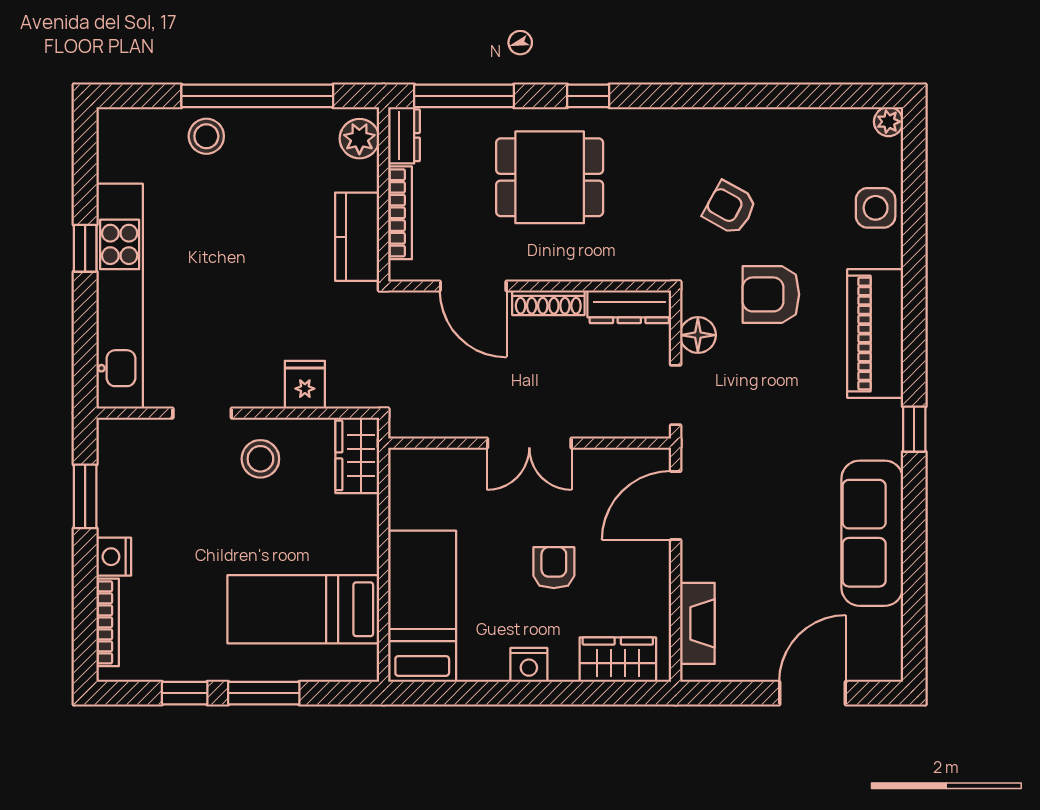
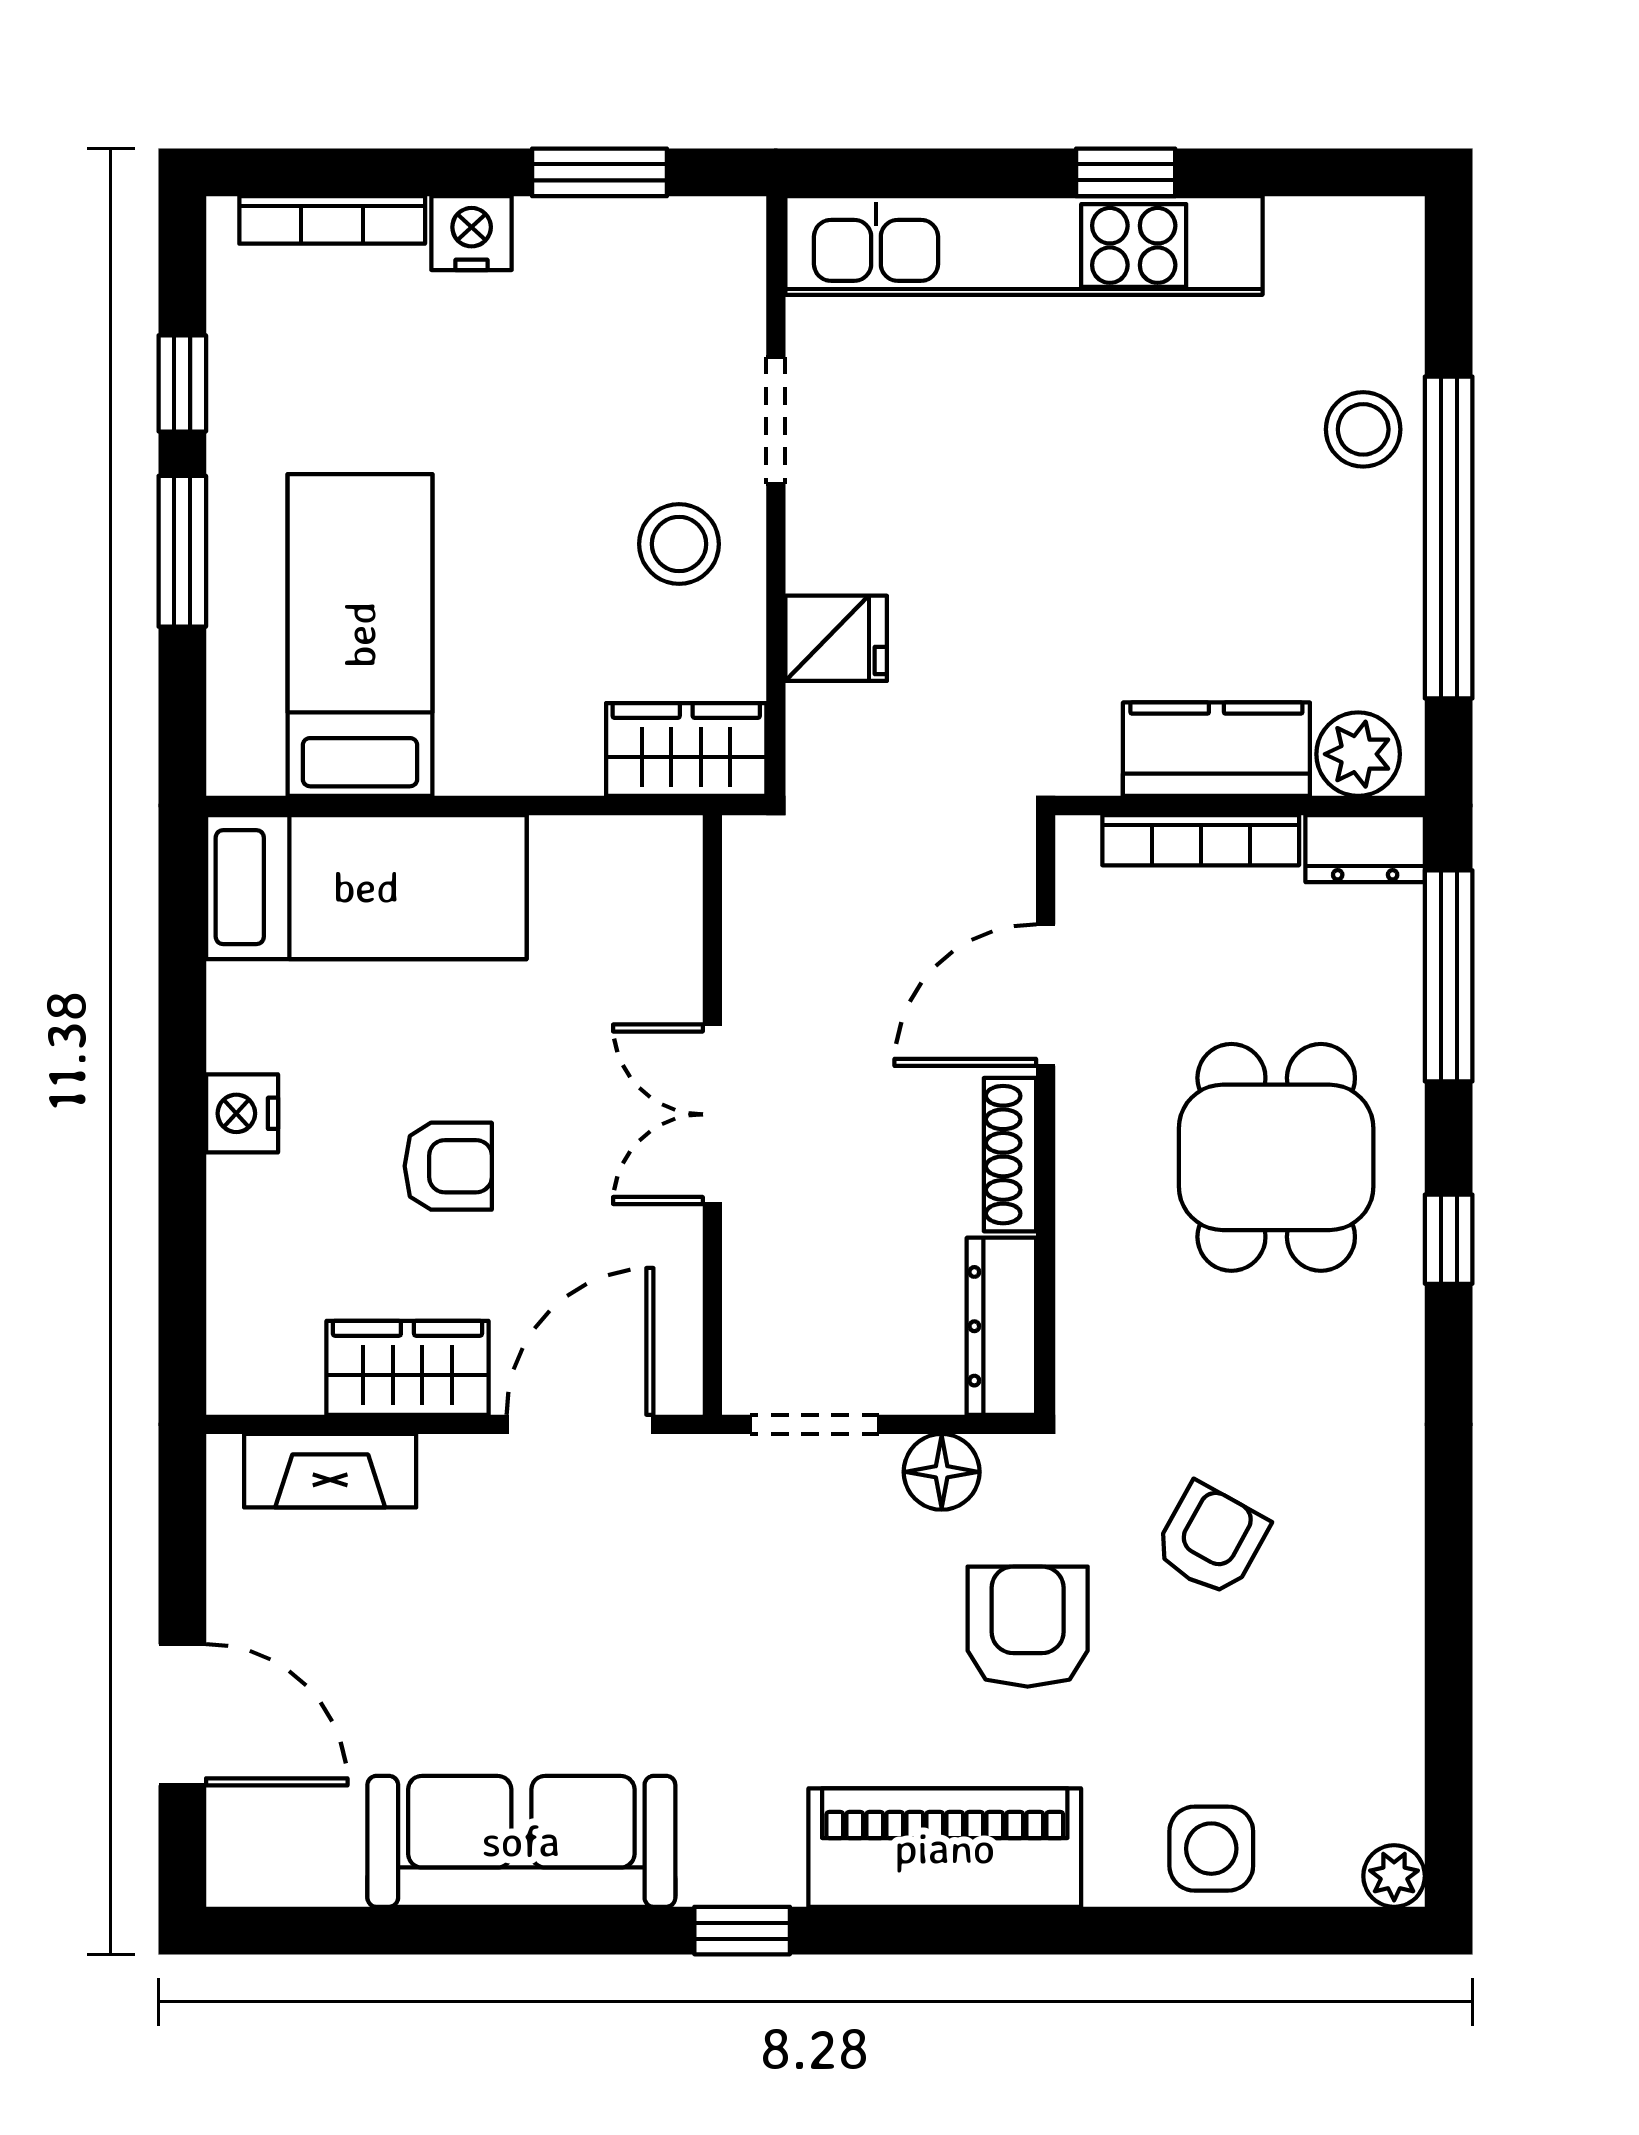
kitchen counter: (357, 237) -> (1216, 749), moved
door: (676, 506) -> (580, 1424), hinge flipped
wardrobe: (618, 660) -> (407, 1368), moved, turned -90

